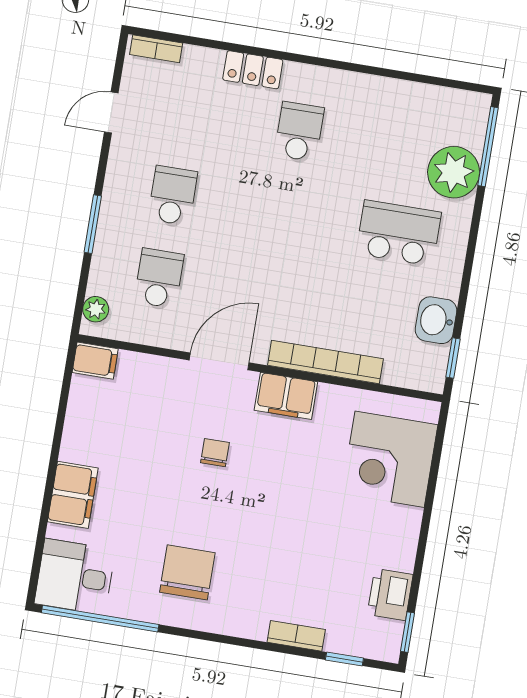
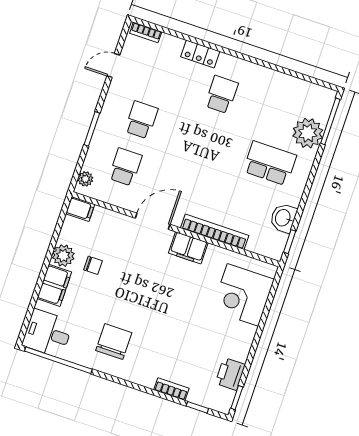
plant: (80, 443) -> (63, 256), added
chair: (215, 453) -> (93, 265), moved, turned 90

